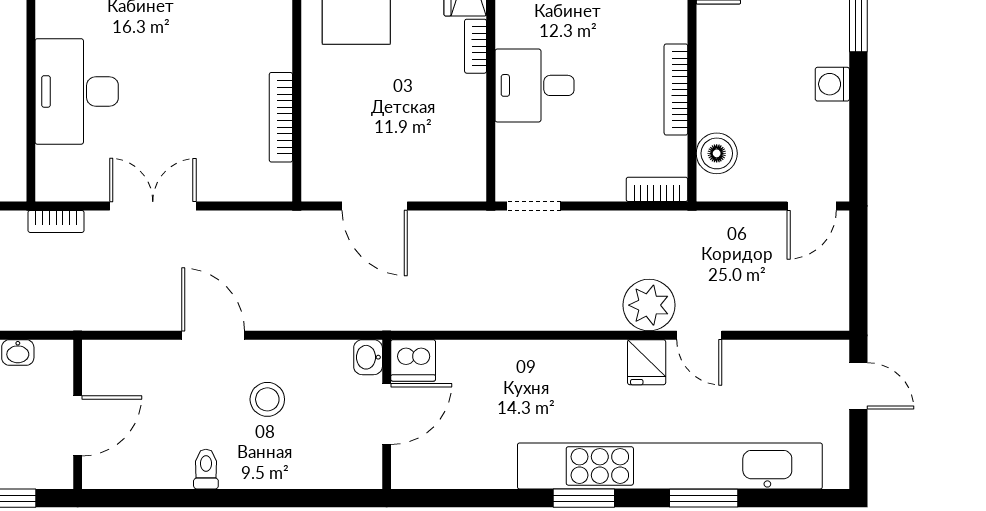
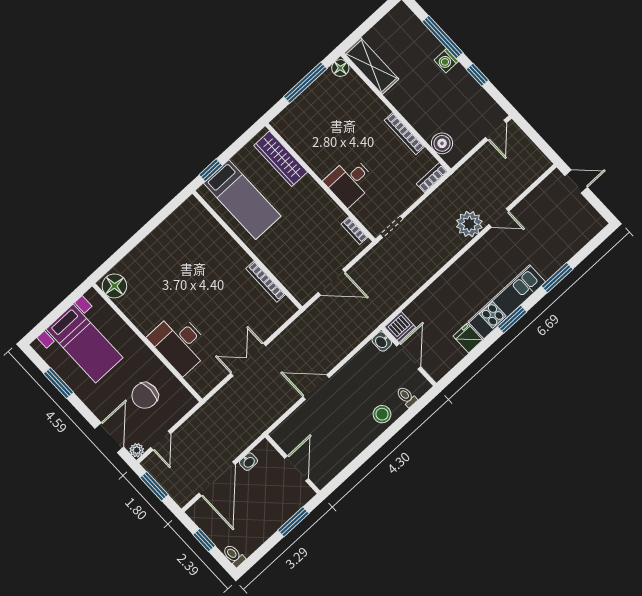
bookcase: (476, 46) -> (354, 231), moved
washing machine: (832, 84) -> (446, 61), moved
window: (858, 102) -> (477, 75), added
bookcase: (56, 221) -> (217, 399), removed
fridge: (647, 362) -> (468, 338), moved, turned 180
stool: (267, 399) -> (382, 414), moved
kitchen unit: (670, 466) -> (507, 302), width x0.54
toilet: (206, 469) -> (407, 397), moved

